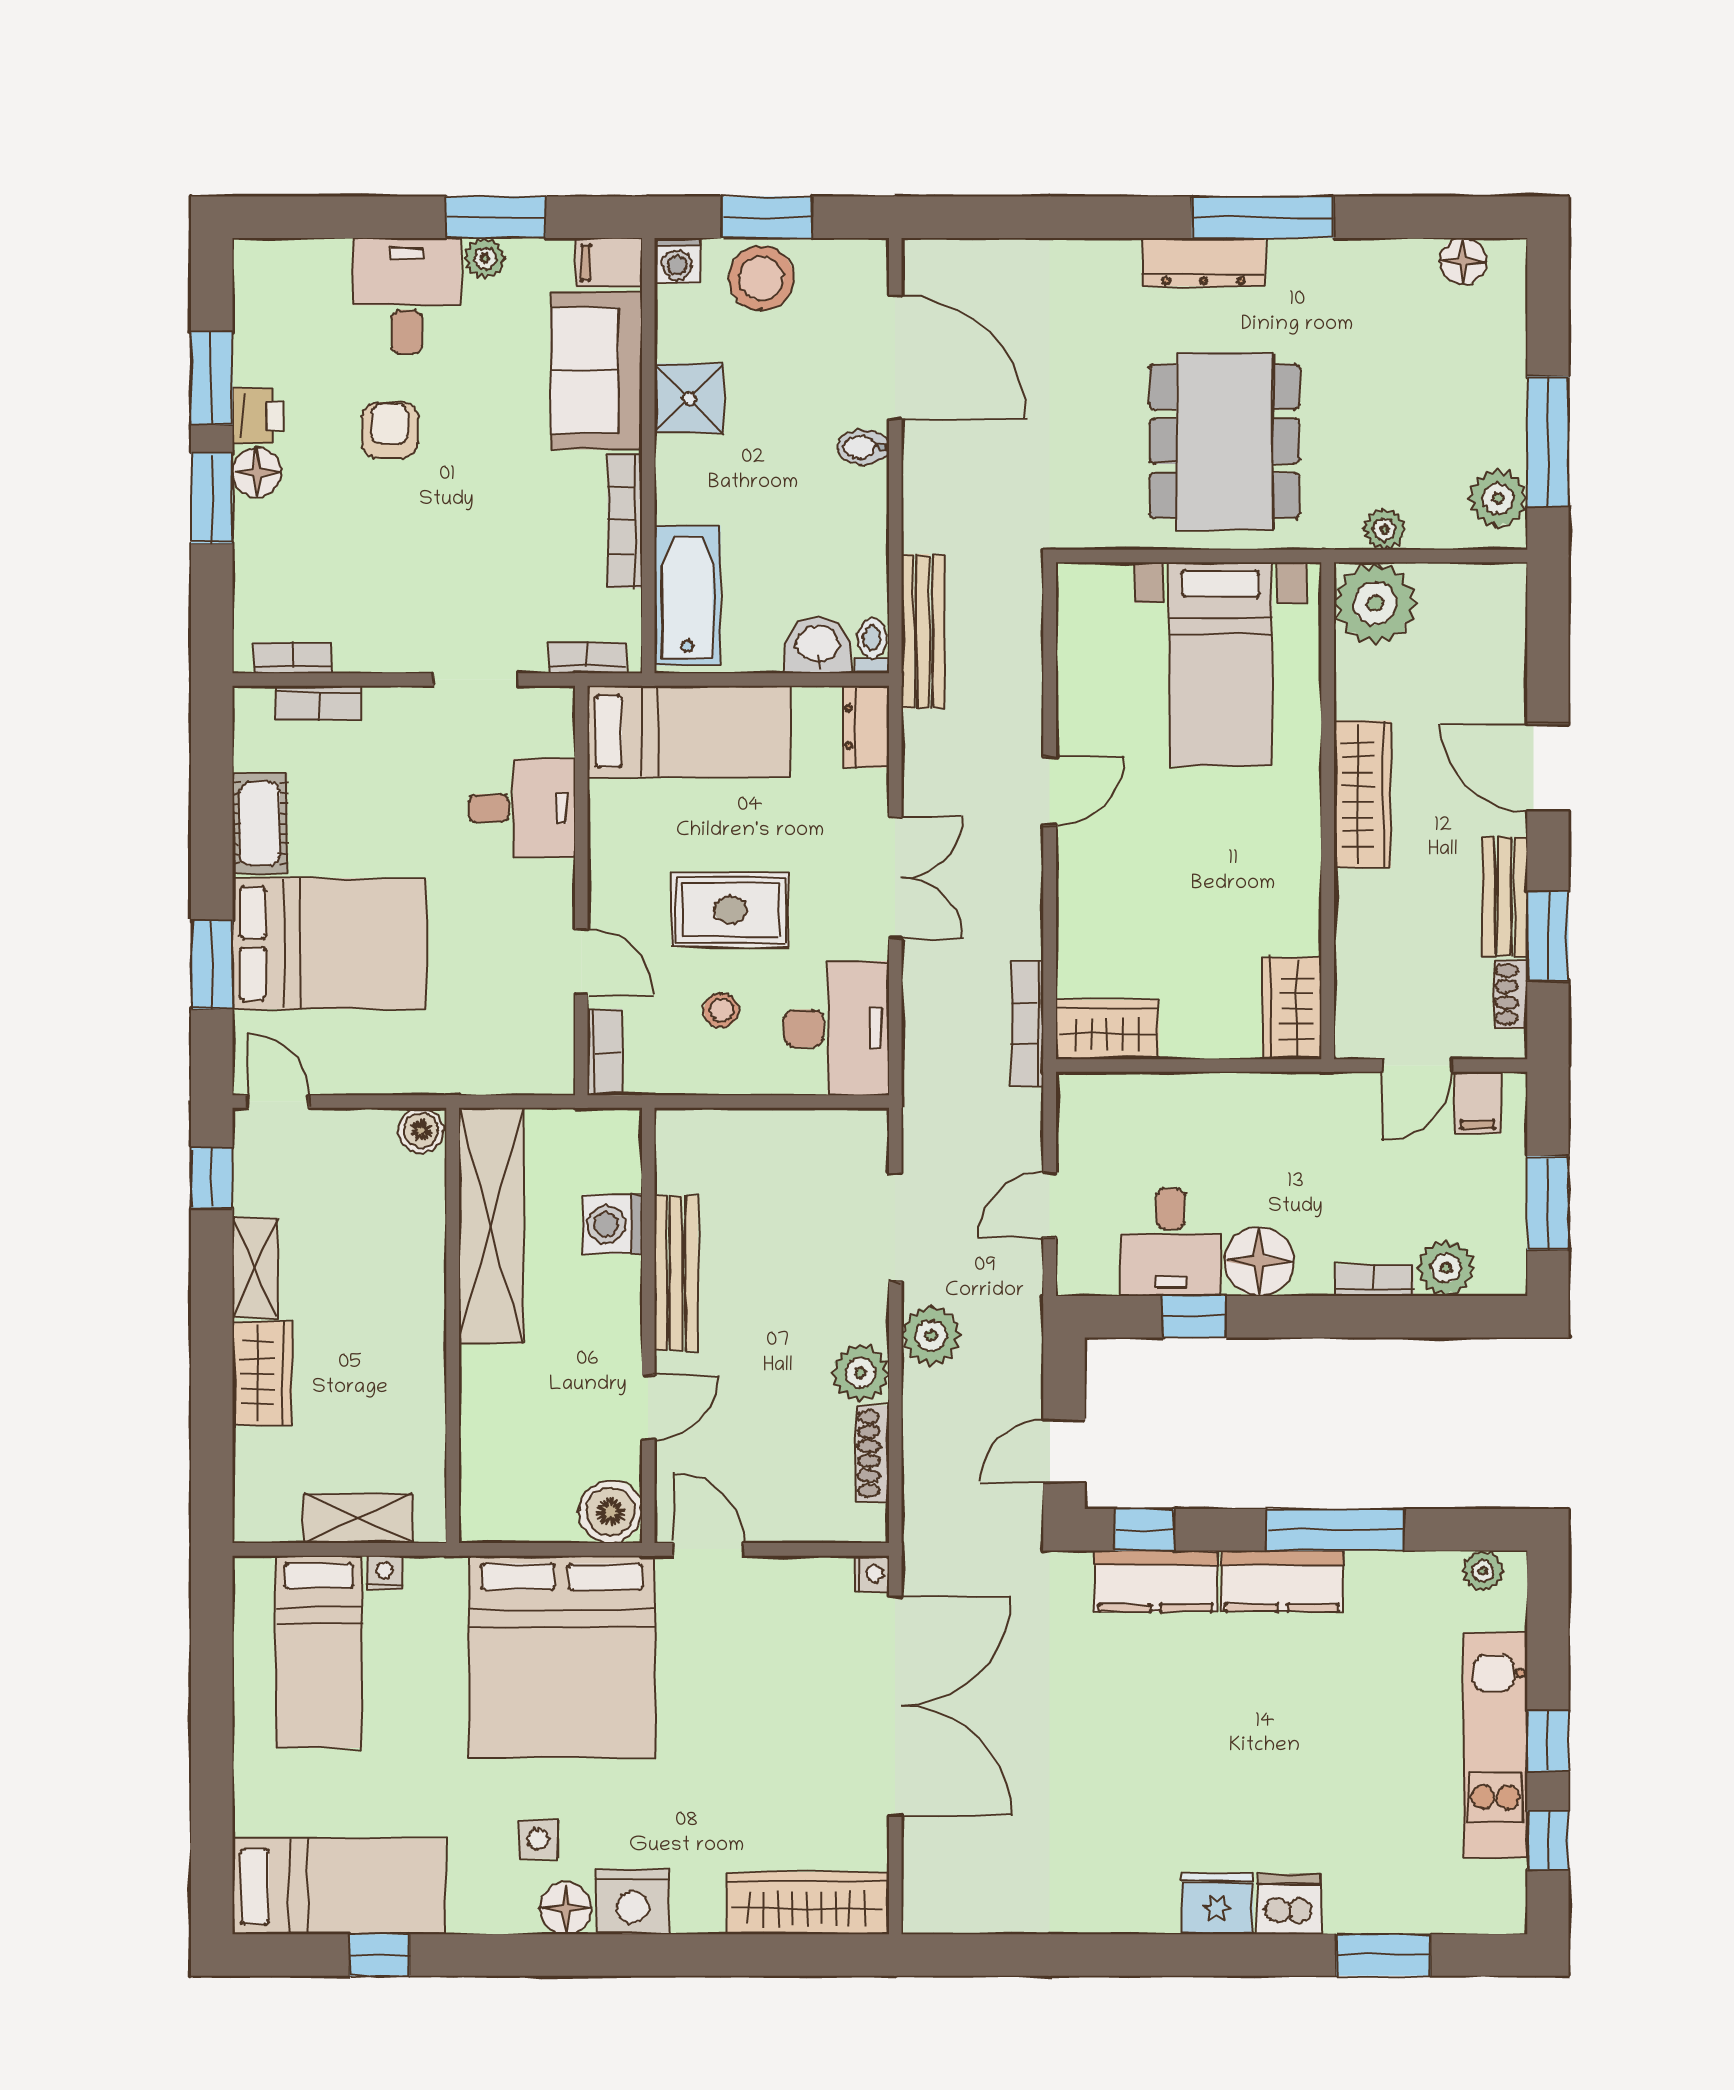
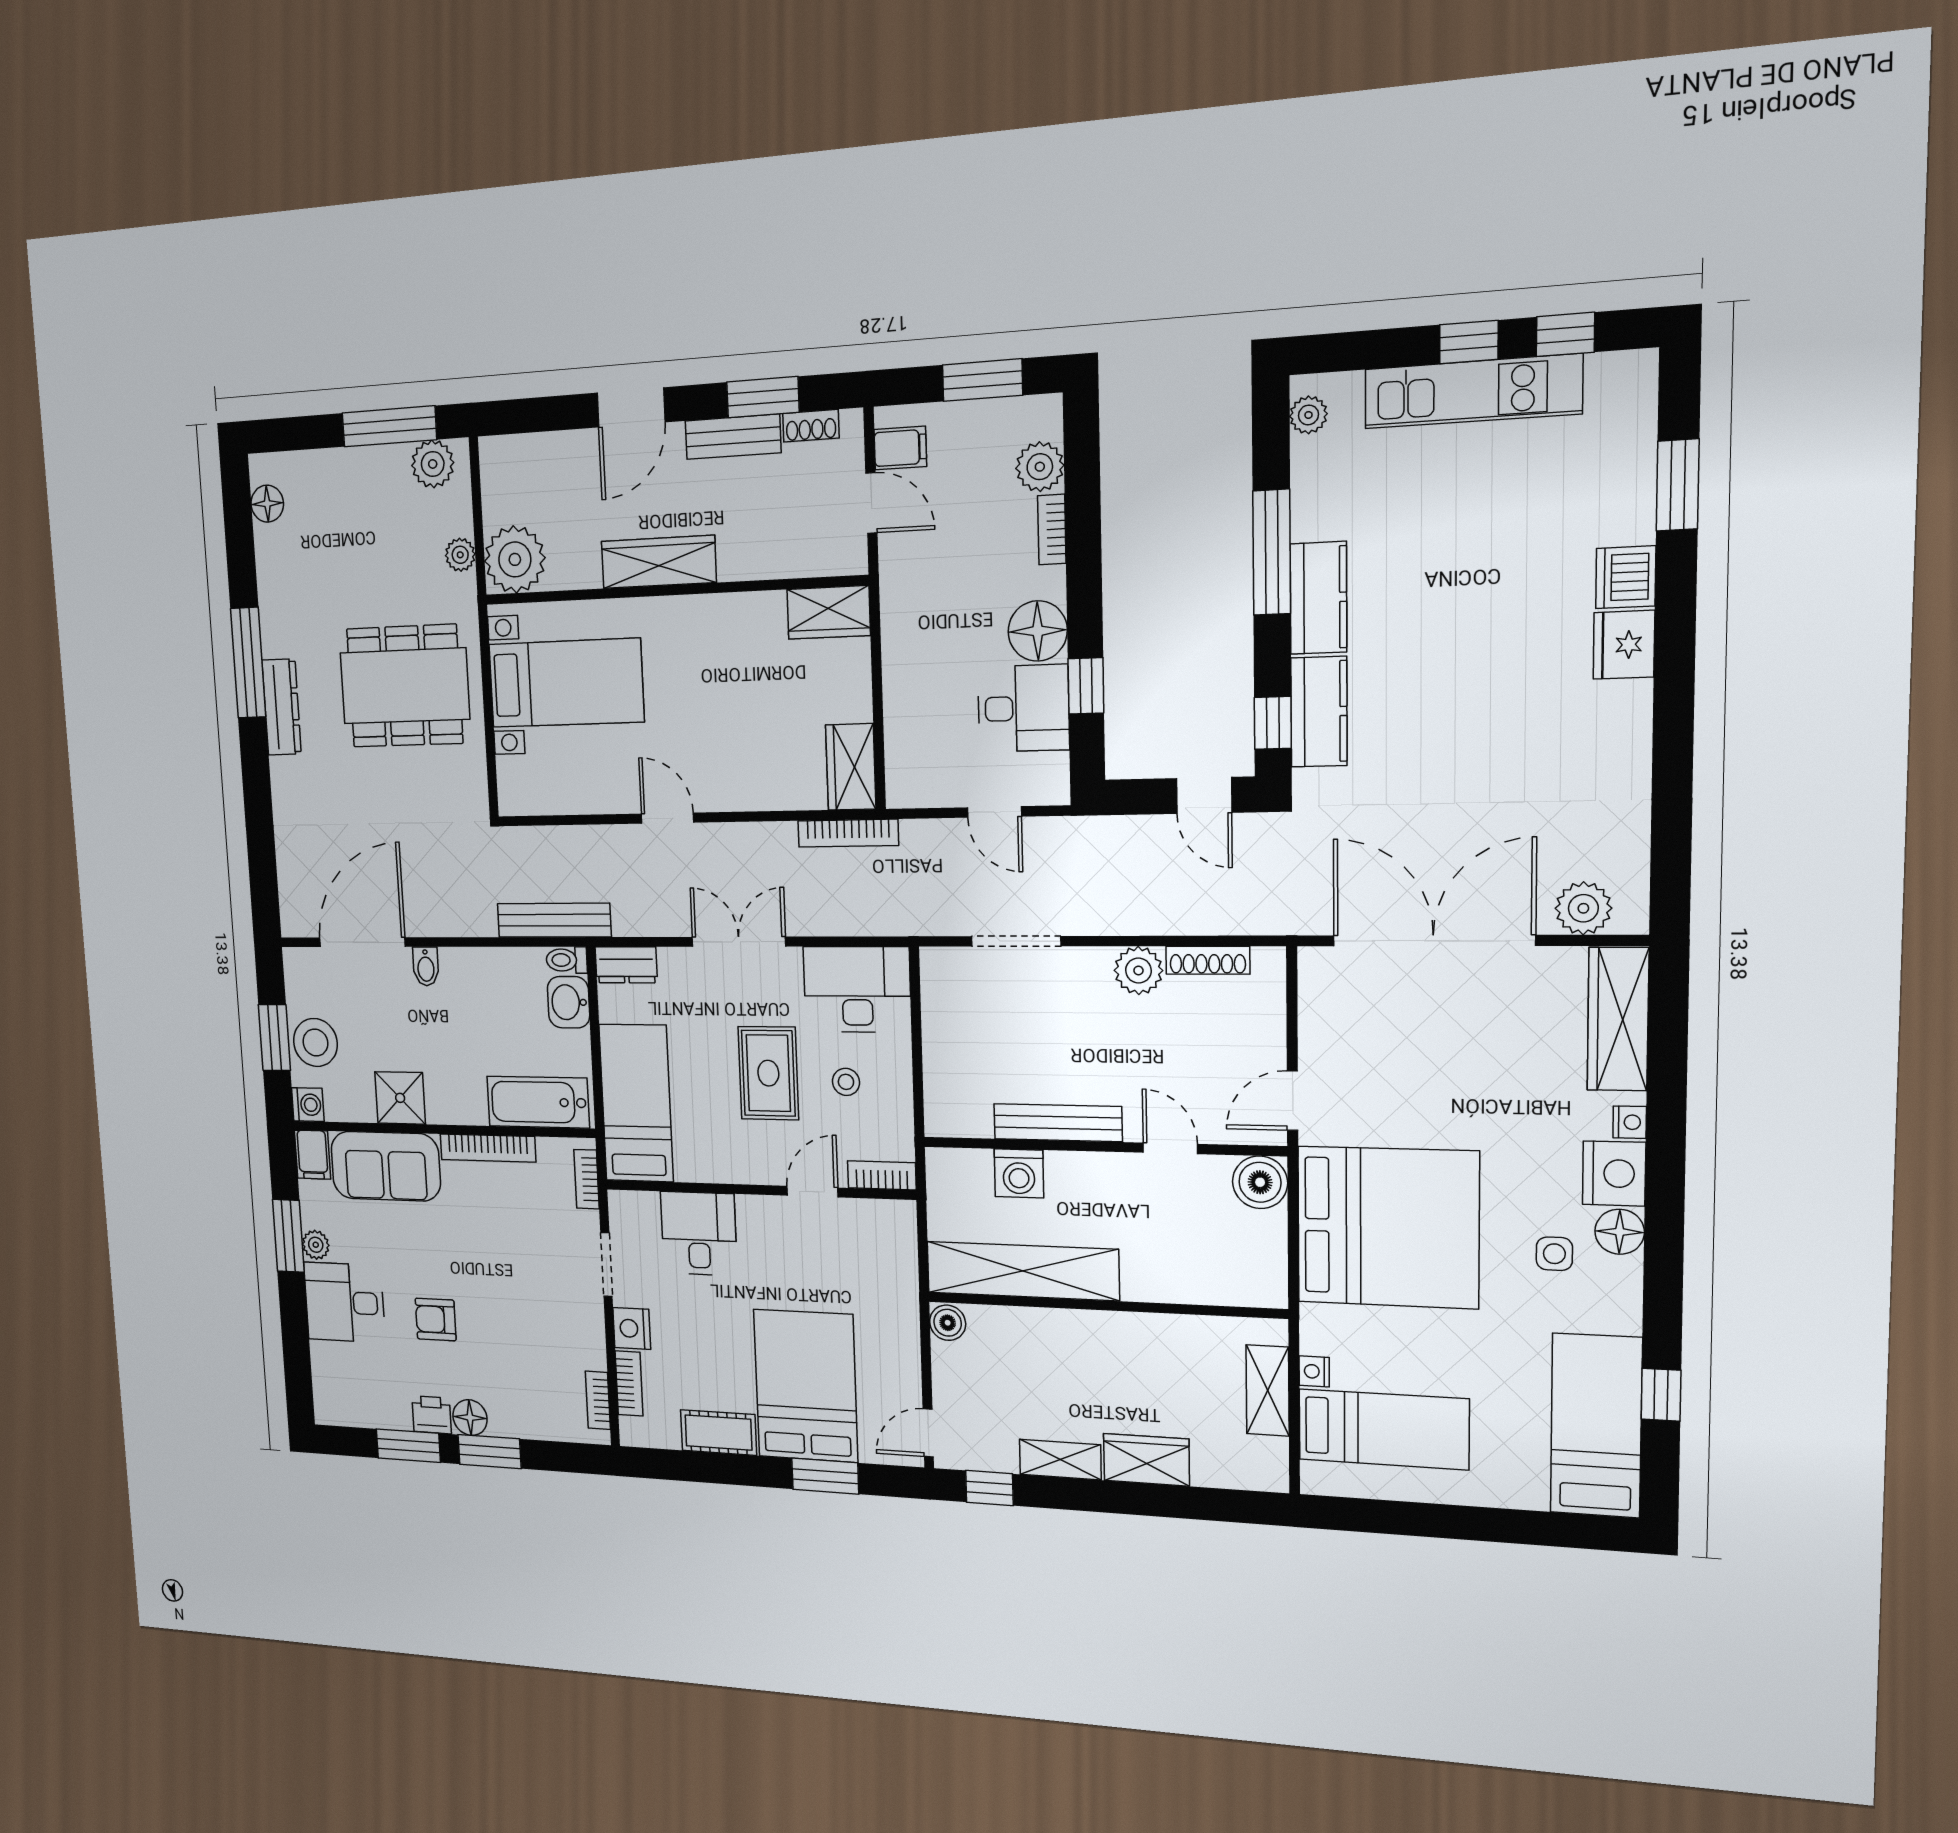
nightstand: (392, 710) -> (632, 1328), added
plant: (931, 1335) -> (1583, 908), moved
nightstand: (872, 1574) -> (1630, 1122), moved, turned 90

